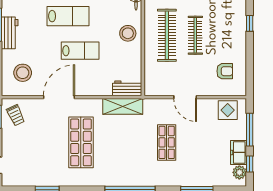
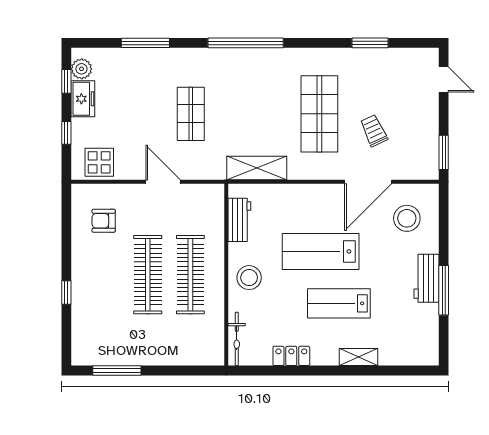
clothes rail: (195, 35) -> (148, 275), width x1.37, depth x1.31
lab bench: (80, 51) -> (321, 251), width x1.36, depth x1.39
workbench: (127, 88) -> (239, 220), moved, turned -90
door: (59, 97) -> (368, 182), moved
trolley: (16, 115) -> (374, 131), moved
window: (250, 130) -> (66, 133), width x0.46

